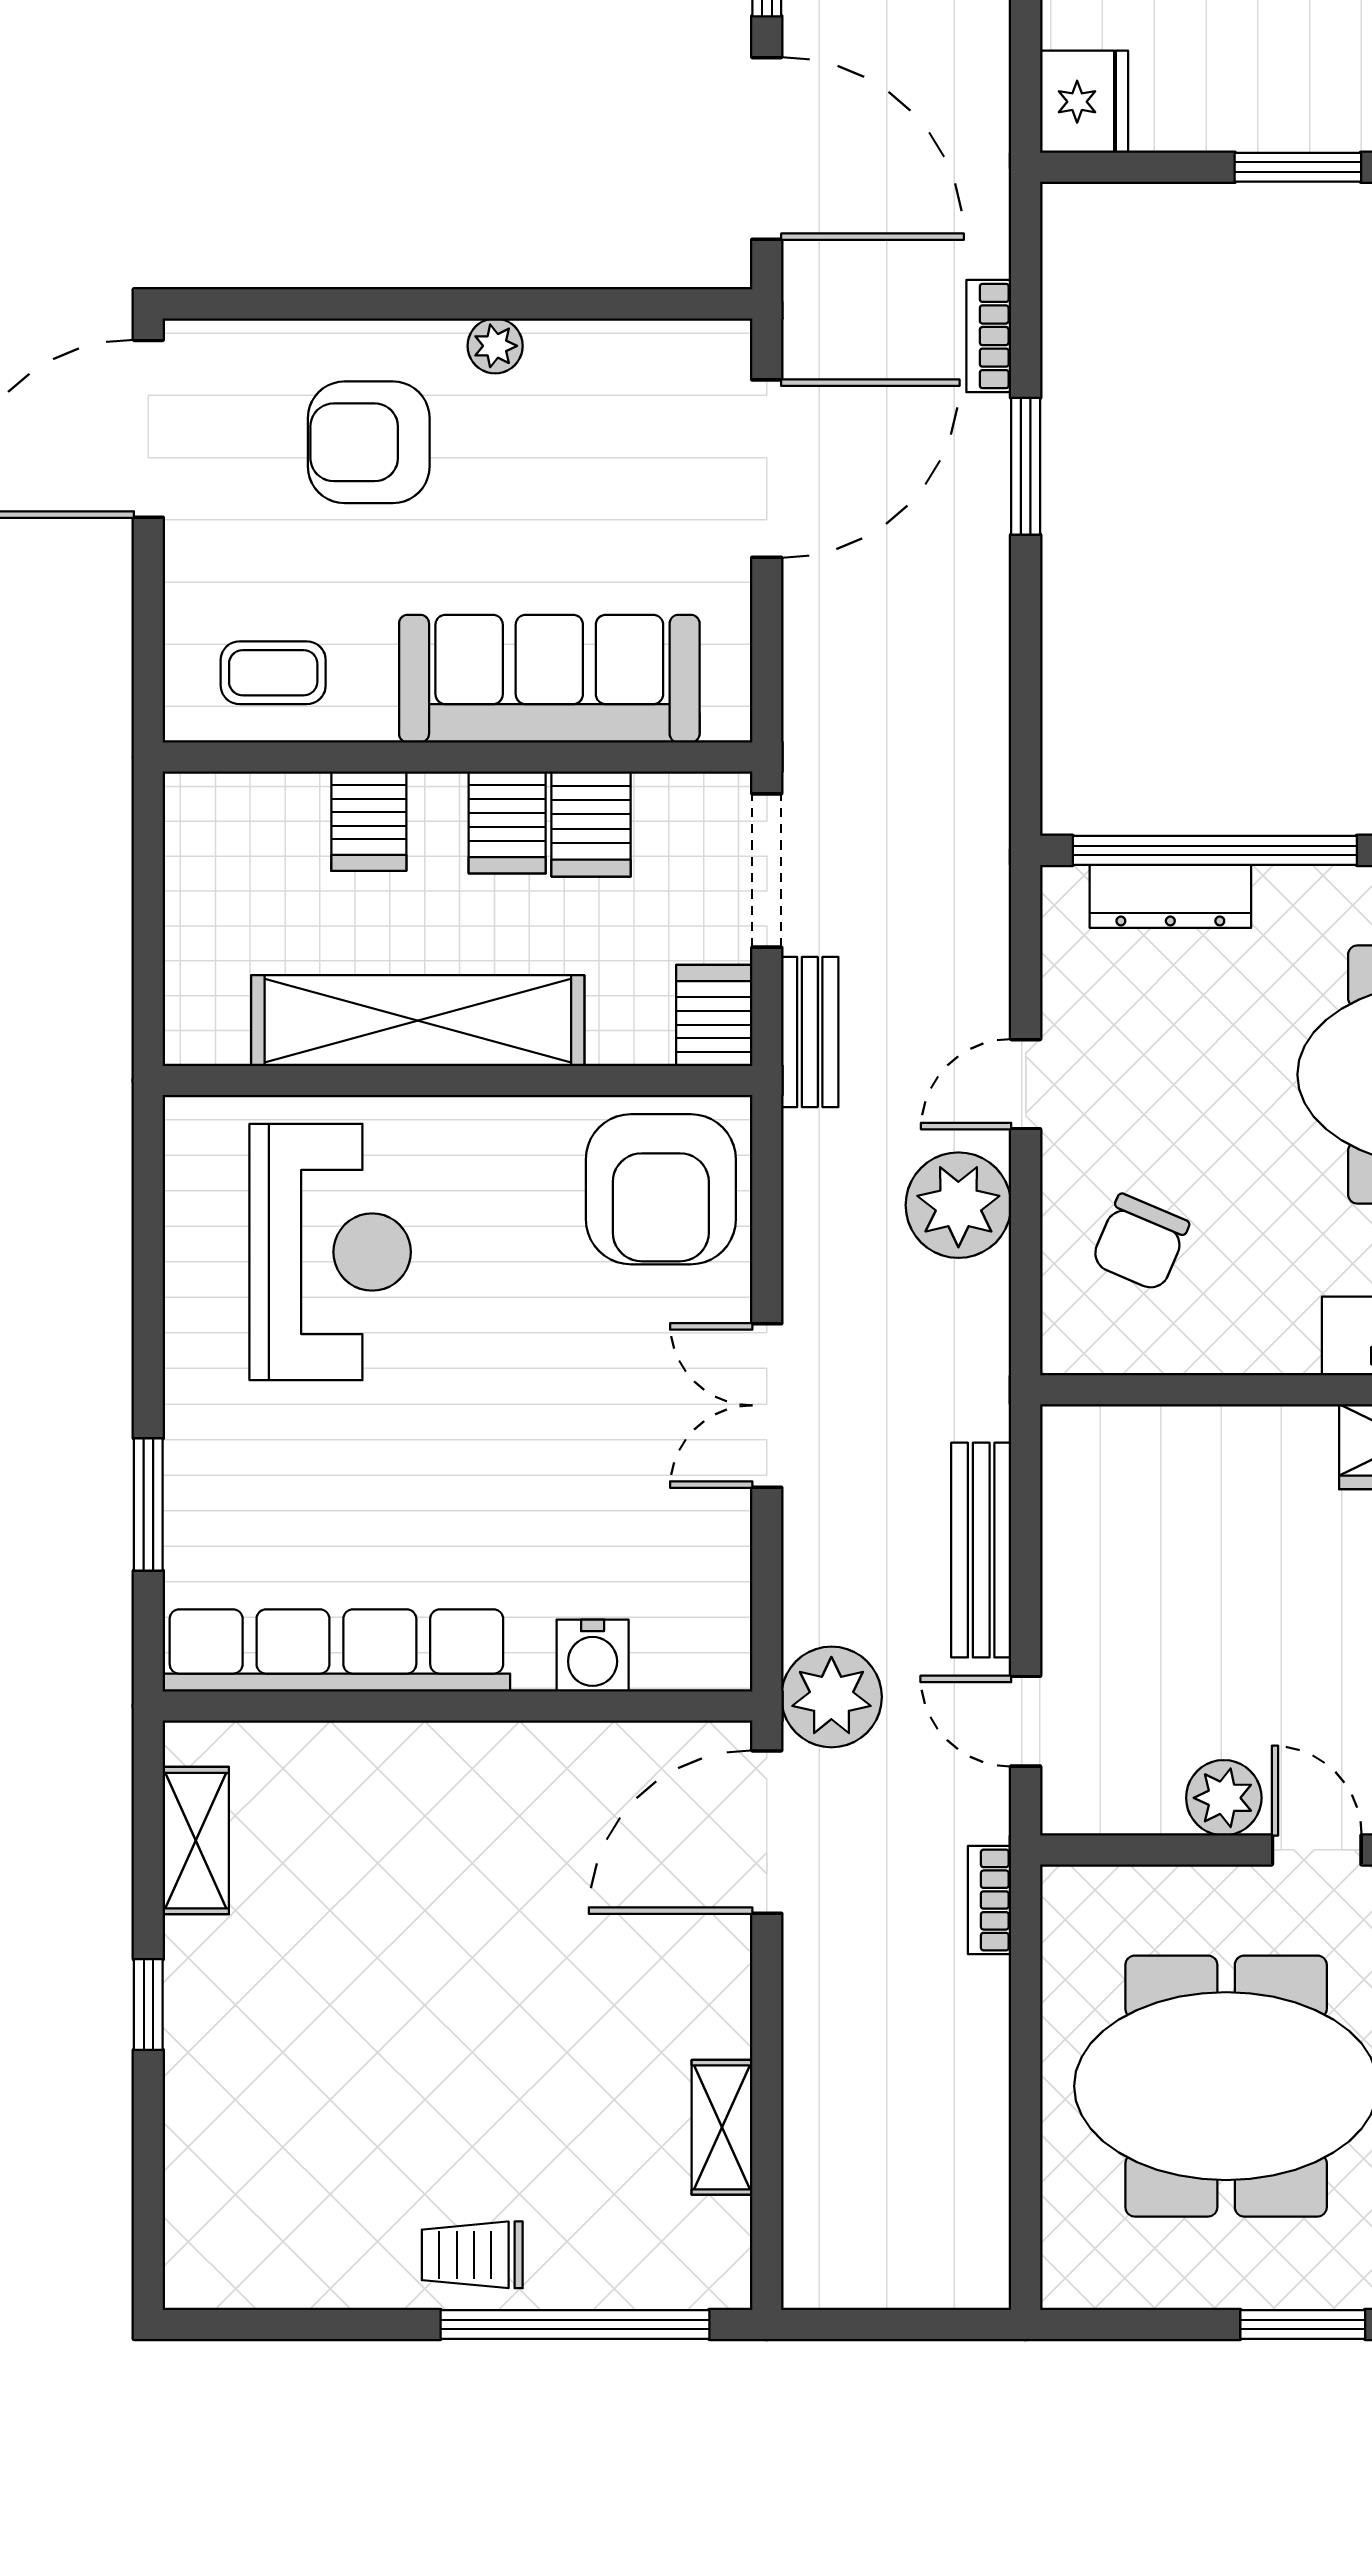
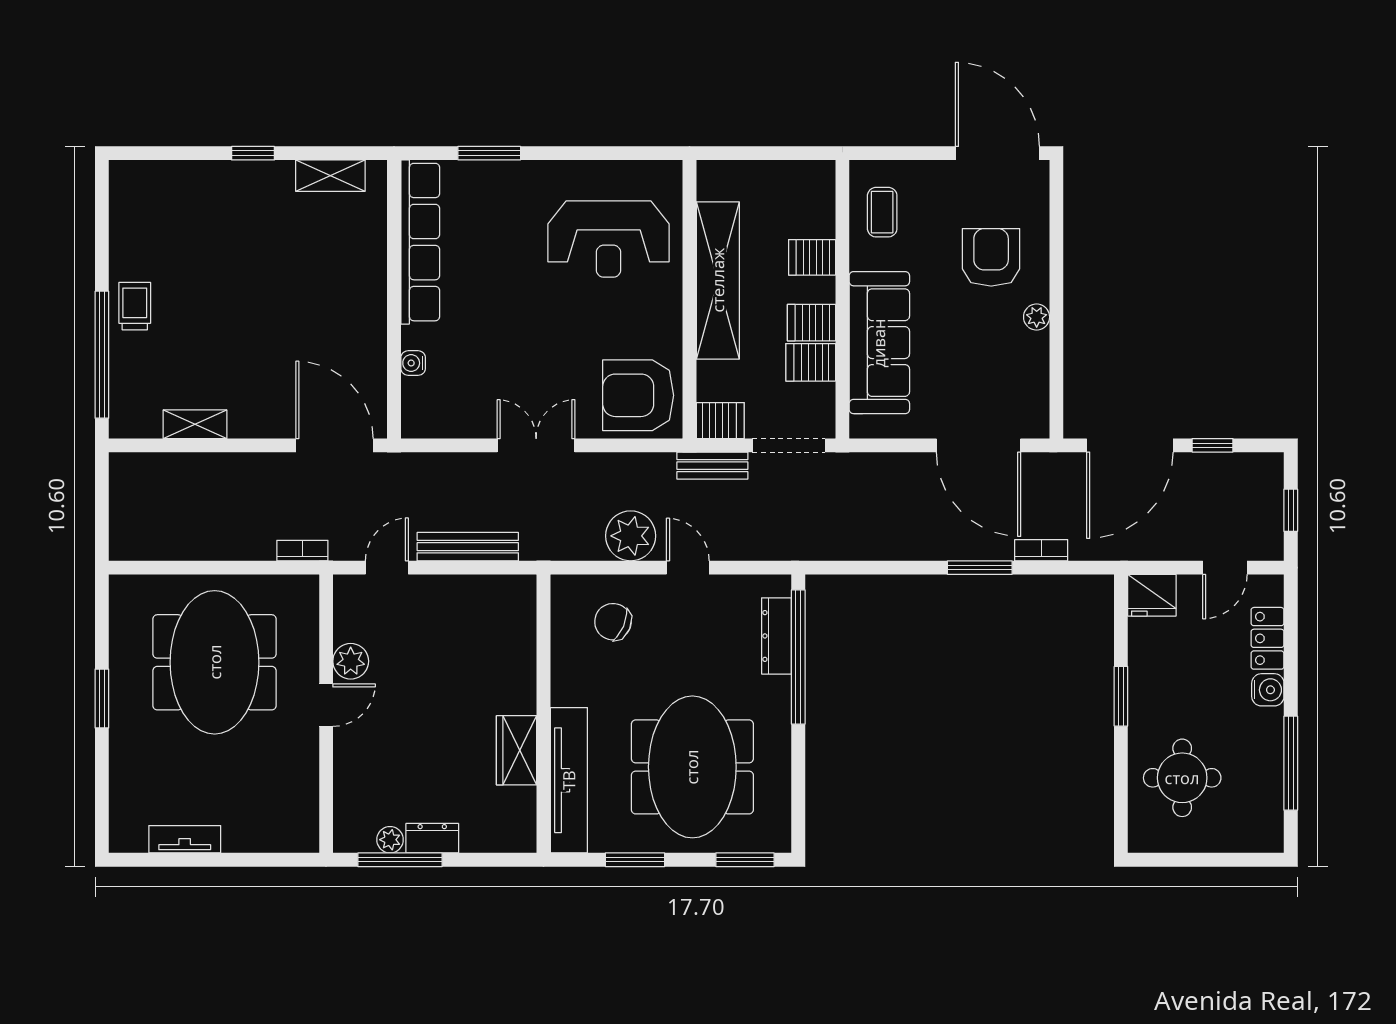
water cooler: (593, 1656) -> (413, 363), width x0.72, depth x0.72
plant: (831, 1697) -> (398, 476), removed

